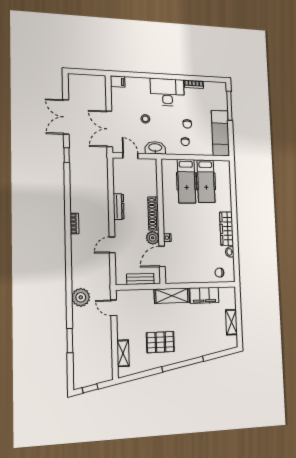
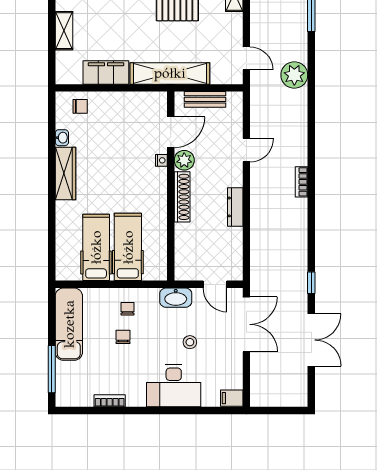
desk: (167, 92) -> (174, 386), moved
shelving: (172, 296) -> (170, 73), width x1.47

